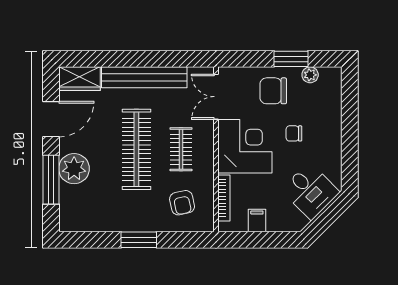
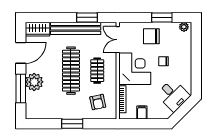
window: (164, 59) -> (87, 17), added
plant: (310, 75) -> (184, 27), moved

